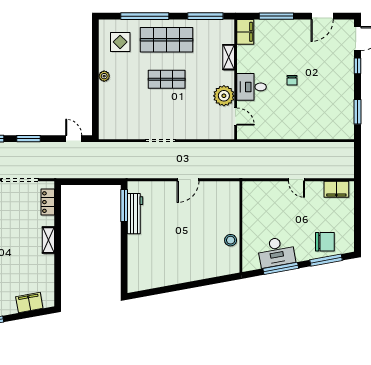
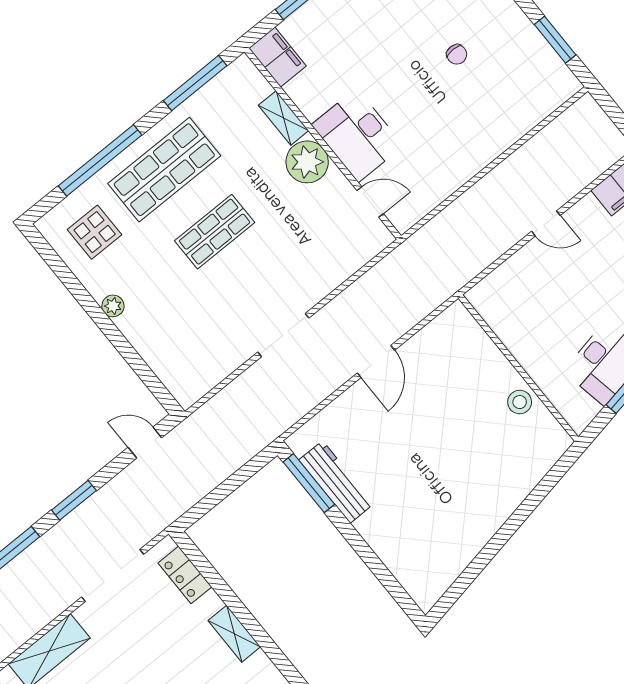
chair: (292, 80) -> (457, 54), moved
desk: (252, 87) -> (357, 135), width x1.37
plant: (224, 96) -> (307, 162), moved

